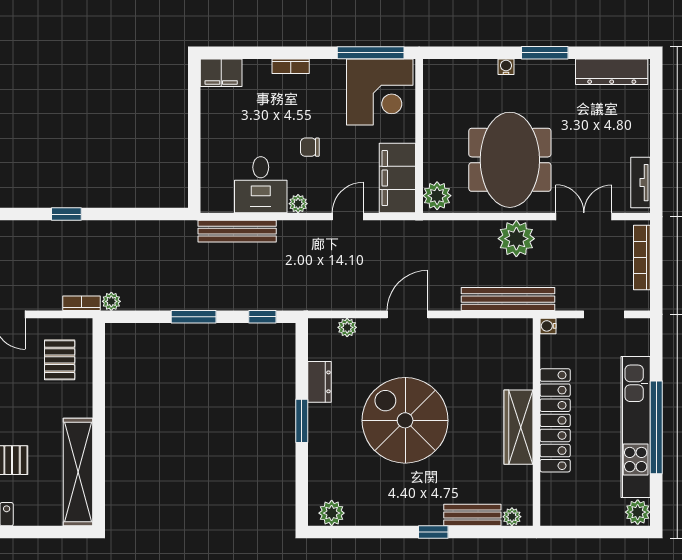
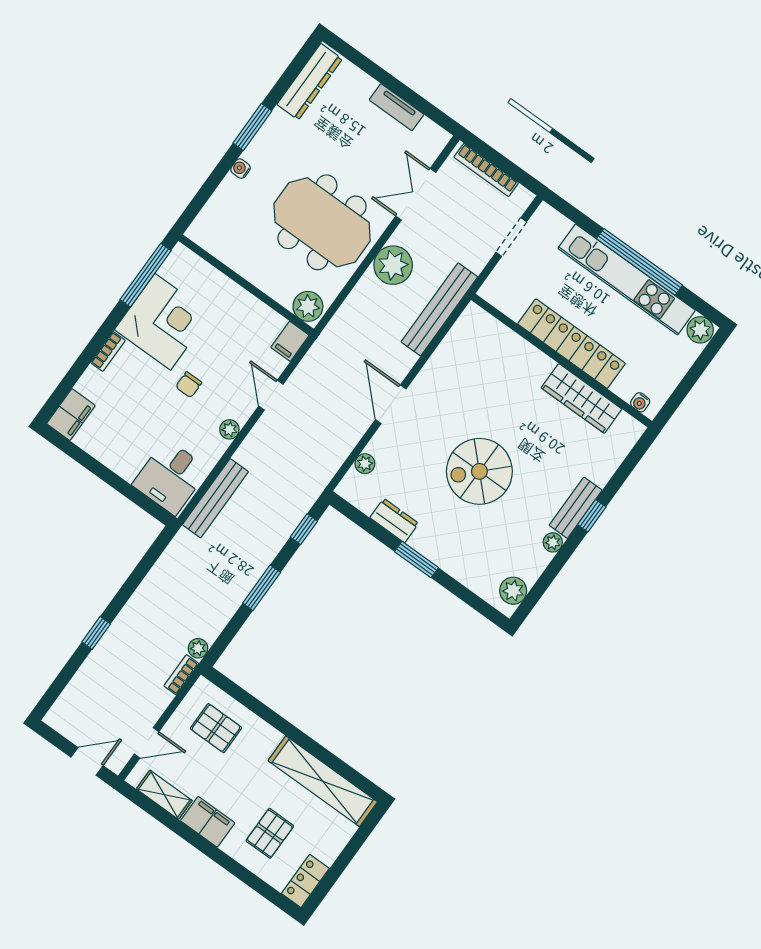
corner desk: (380, 92) -> (163, 322), moved
filing cabinet: (397, 178) -> (290, 341), width x0.33, depth x0.86
tv unit: (641, 183) -> (397, 107), moved
desk: (261, 185) -> (170, 477), moved, turned 90
water cooler: (548, 326) -> (640, 402), moved
spiral stairs: (405, 420) -> (479, 471), width x0.73, depth x0.73
wardrobe: (518, 427) -> (582, 398), moved
bench: (472, 515) -> (576, 508), moved
plant: (512, 517) -> (553, 542), moved

